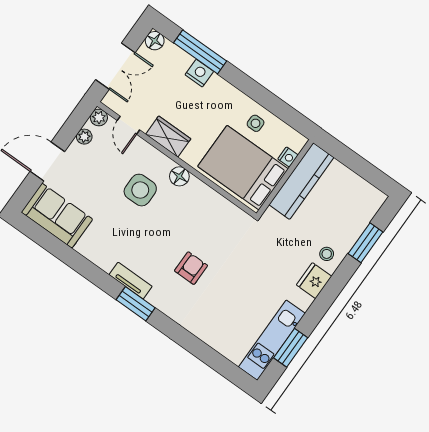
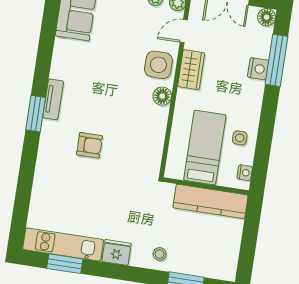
nightstand: (288, 157) -> (245, 173), moved, turned -90
bed: (243, 168) -> (205, 148), width x0.67
side table: (140, 190) -> (158, 65), moved
fridge: (314, 281) -> (116, 252), moved

